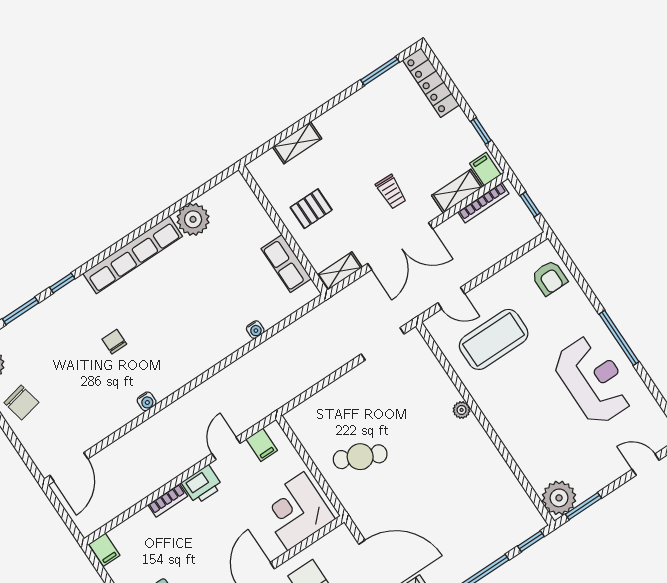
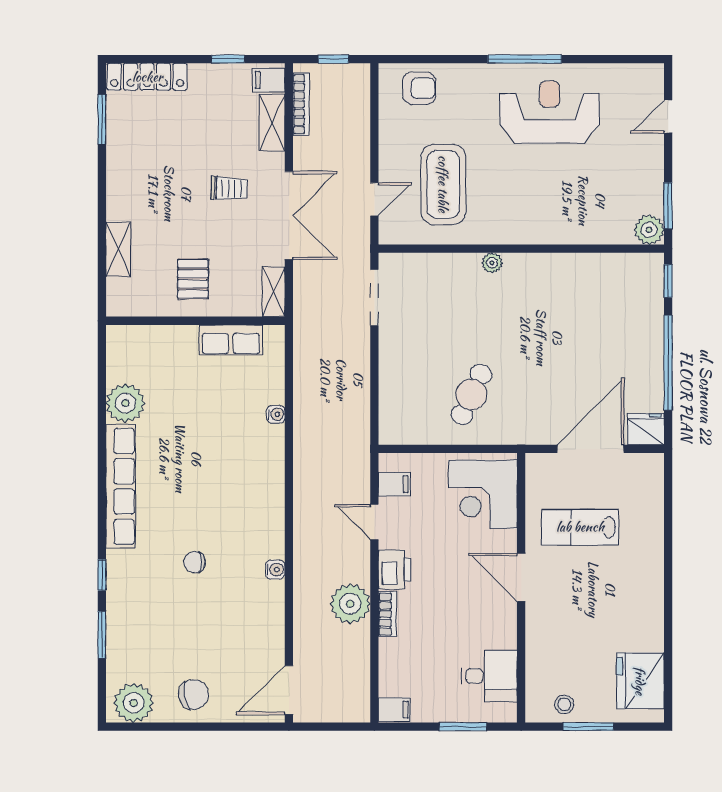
door: (69, 467) -> (289, 690), swing flipped
plant: (158, 470) -> (350, 604), added
plant: (559, 498) -> (649, 230), width x0.73, depth x0.73

